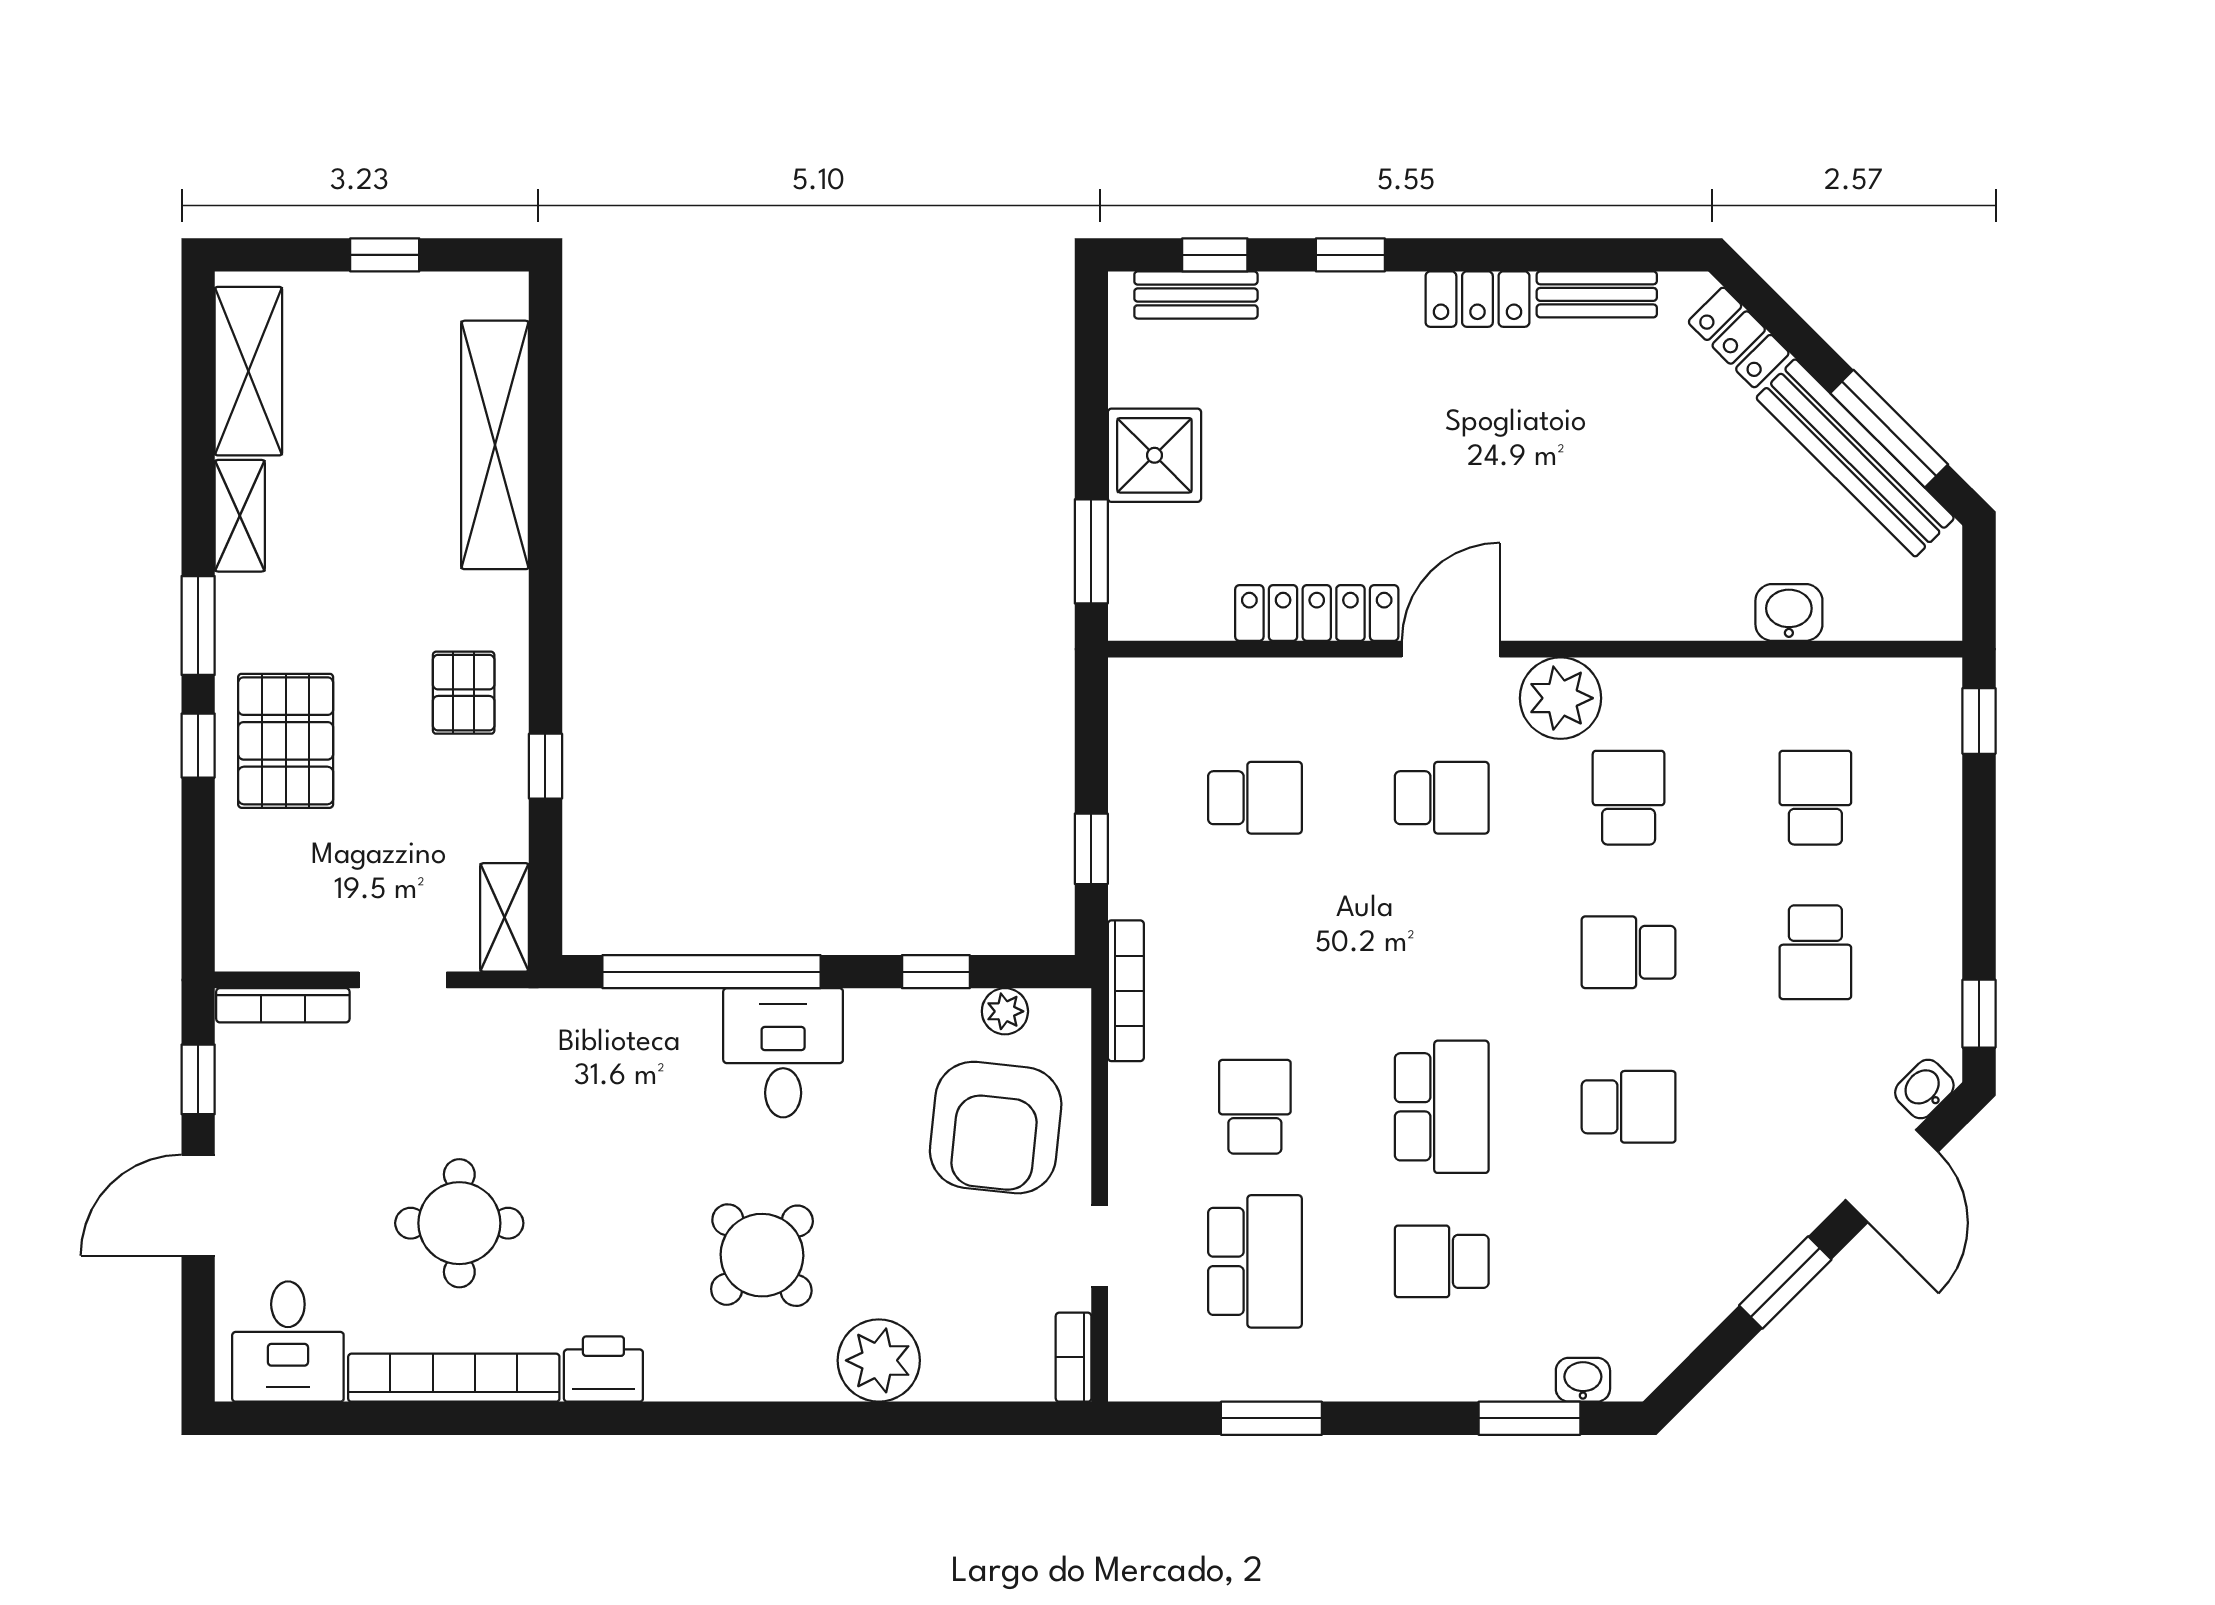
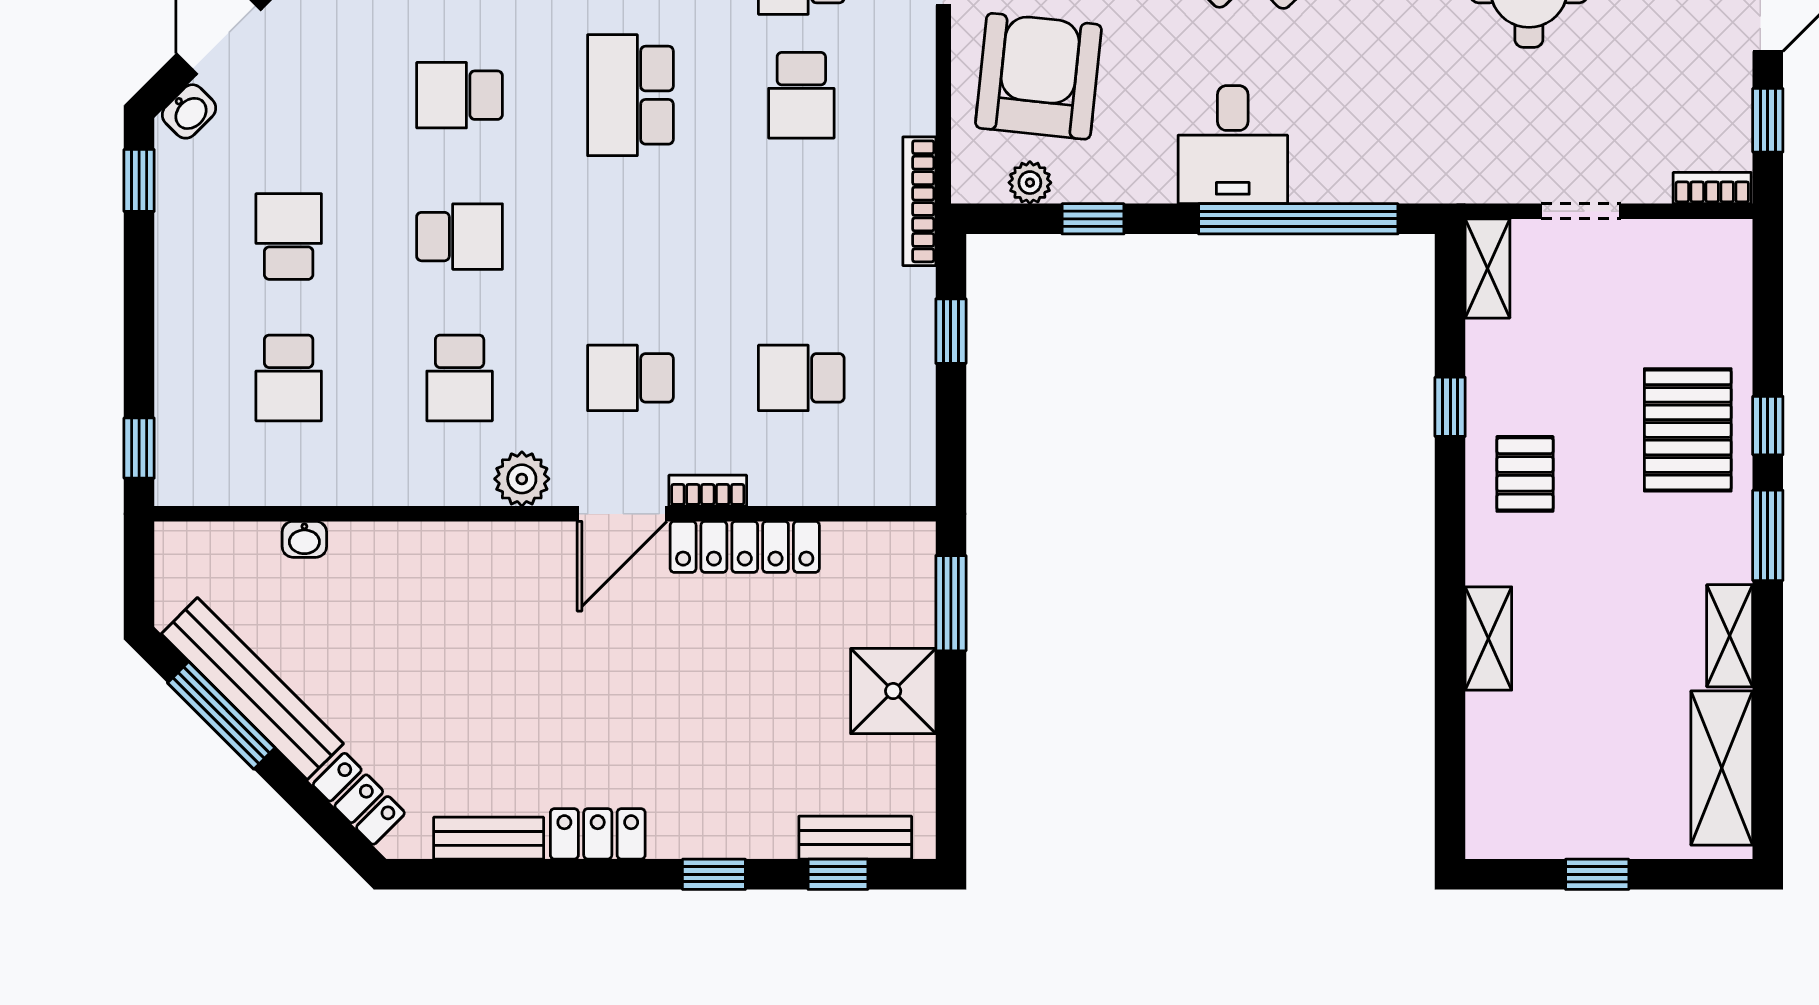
shelving: (495, 445) -> (1488, 638), width x0.45, depth x0.75
washbasin: (1789, 612) -> (304, 539), width x0.72, depth x0.69
bookcase: (1357, 674) -> (708, 491), added
plant: (1561, 698) -> (522, 479), width x0.73, depth x0.73
bookcase: (283, 1005) -> (1712, 188), width x0.64

